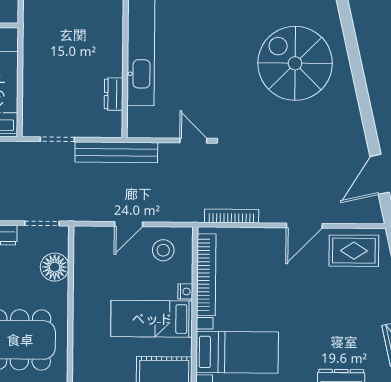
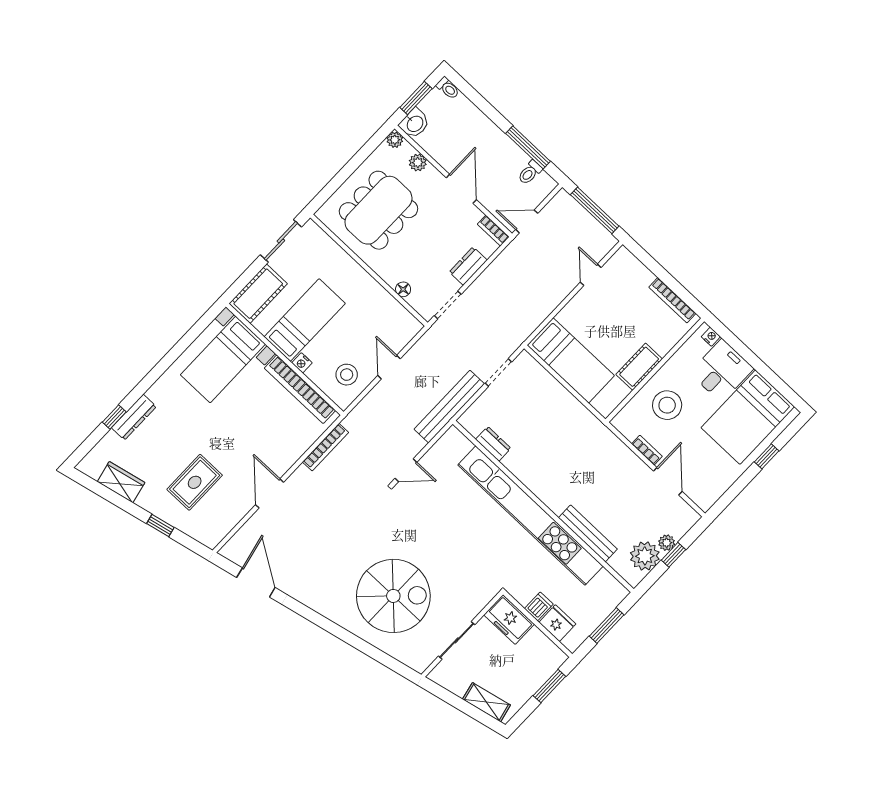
rug: (354, 251) -> (195, 482), moved
floor lamp: (55, 267) -> (403, 289), width x0.53, depth x0.53

